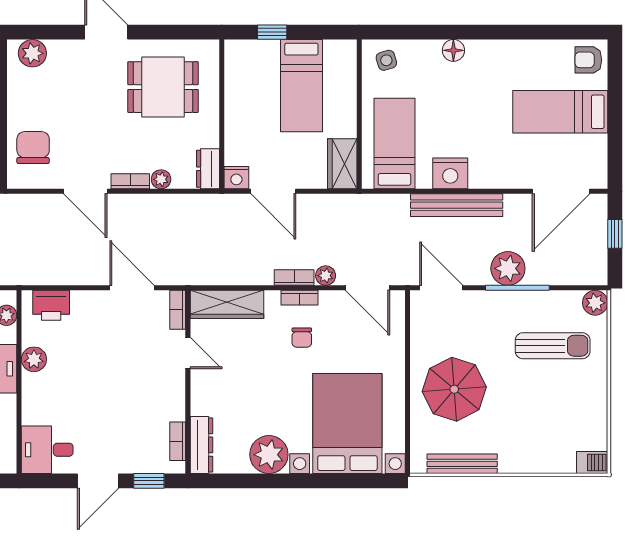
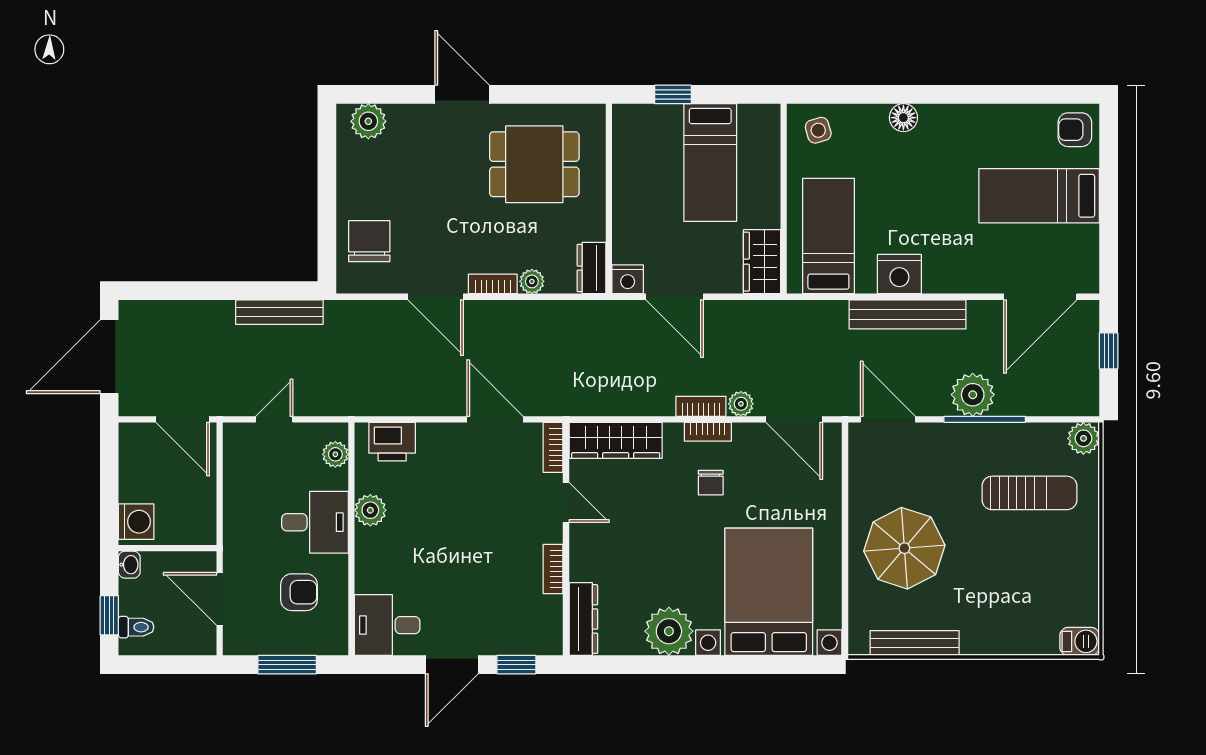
bookcase: (178, 441) -> (553, 569), moved

